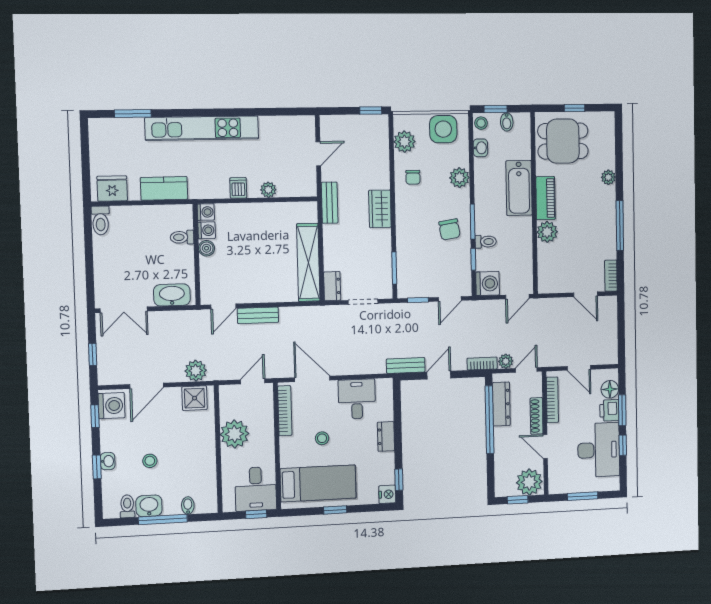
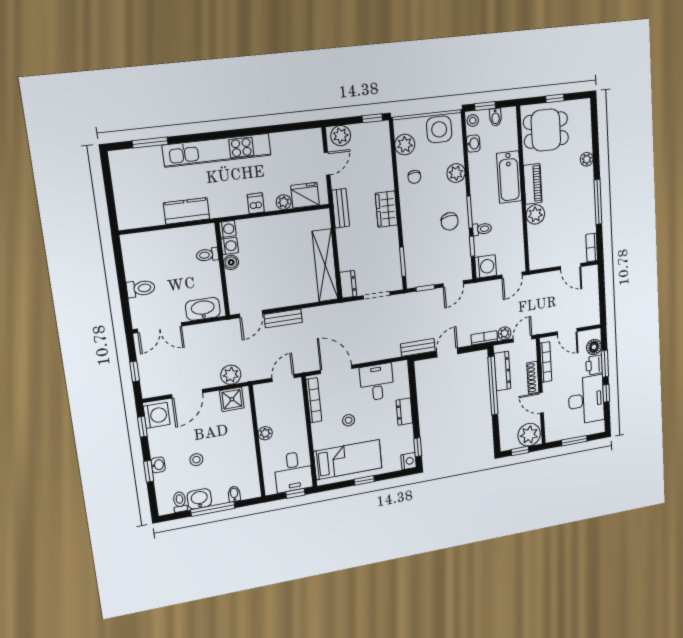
plant: (335, 126) -> (341, 136), added
fridge: (112, 189) -> (305, 195), moved
toilet: (101, 220) -> (141, 288), moved, turned -90
plant: (235, 434) -> (265, 433), width x0.53, depth x0.53

